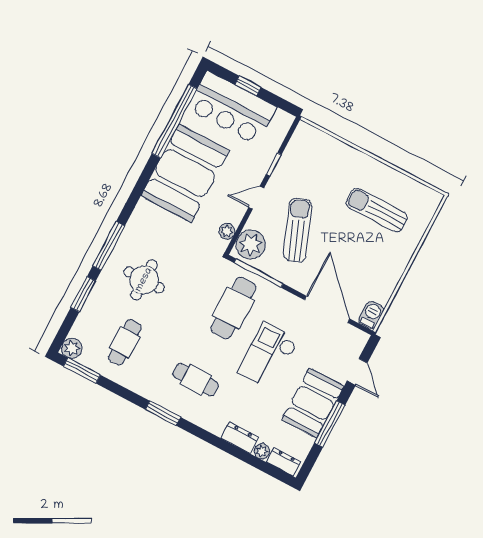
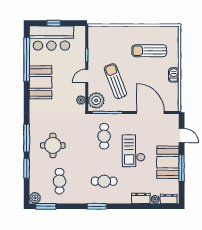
booth: (185, 173) -> (41, 82), width x0.73, depth x0.70
cafe table: (233, 308) -> (104, 136), width x0.73, depth x0.74
barbecue: (371, 315) -> (174, 75), moved

